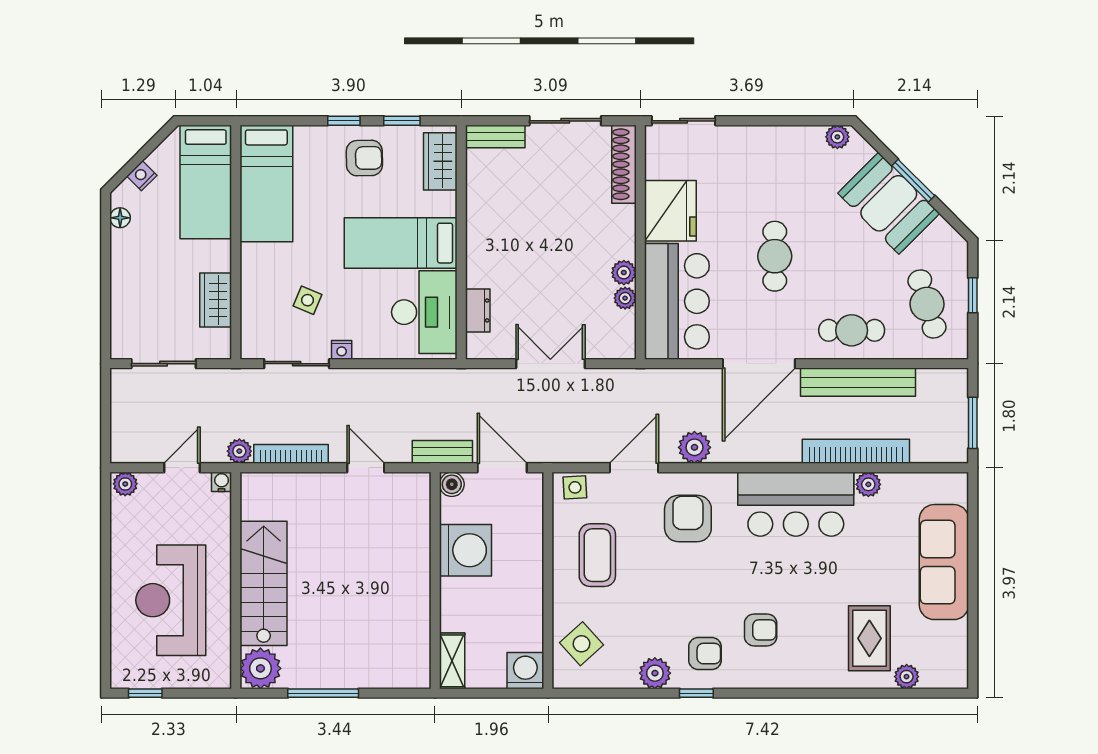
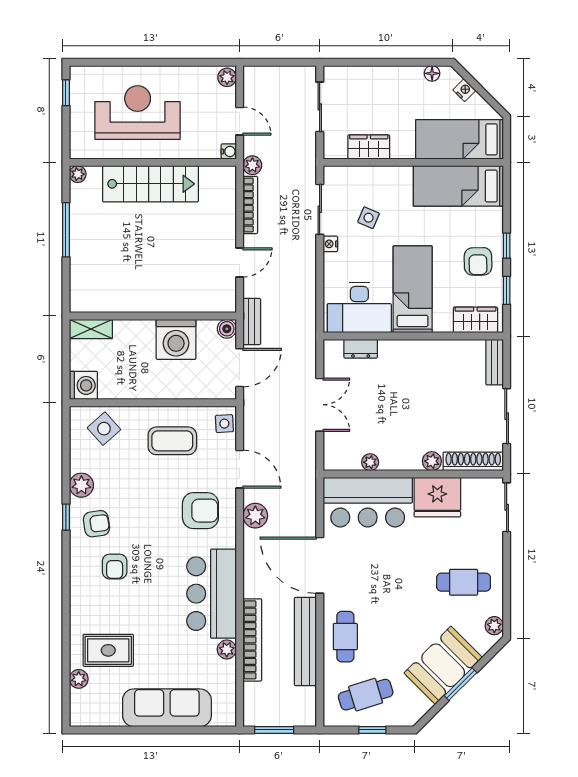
cafe table: (775, 256) -> (464, 582), moved
plant: (624, 273) -> (432, 461), moved
armchair: (705, 654) -> (96, 524), turned -98
plant: (260, 668) -> (78, 174), width x0.53, depth x0.53

